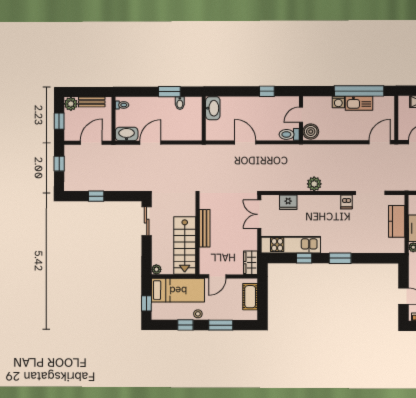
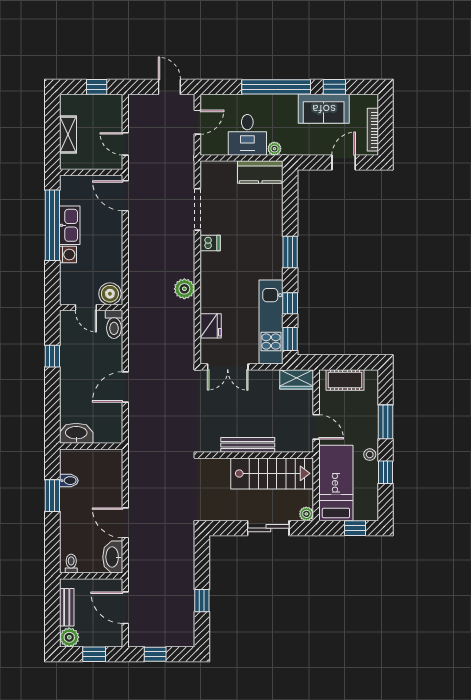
sliding door: (147, 221) -> (268, 528), moved
kitchen counter: (397, 221) -> (260, 172), moved
window: (279, 258) -> (290, 339), added

